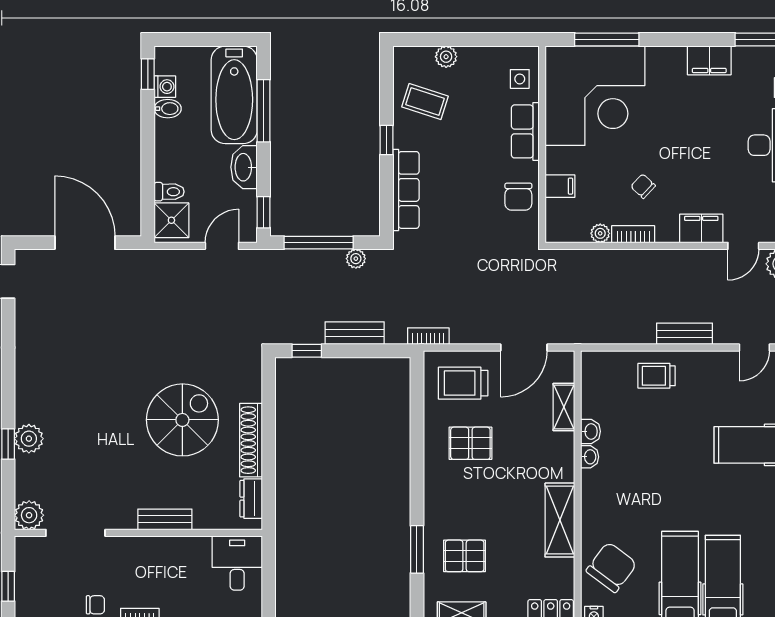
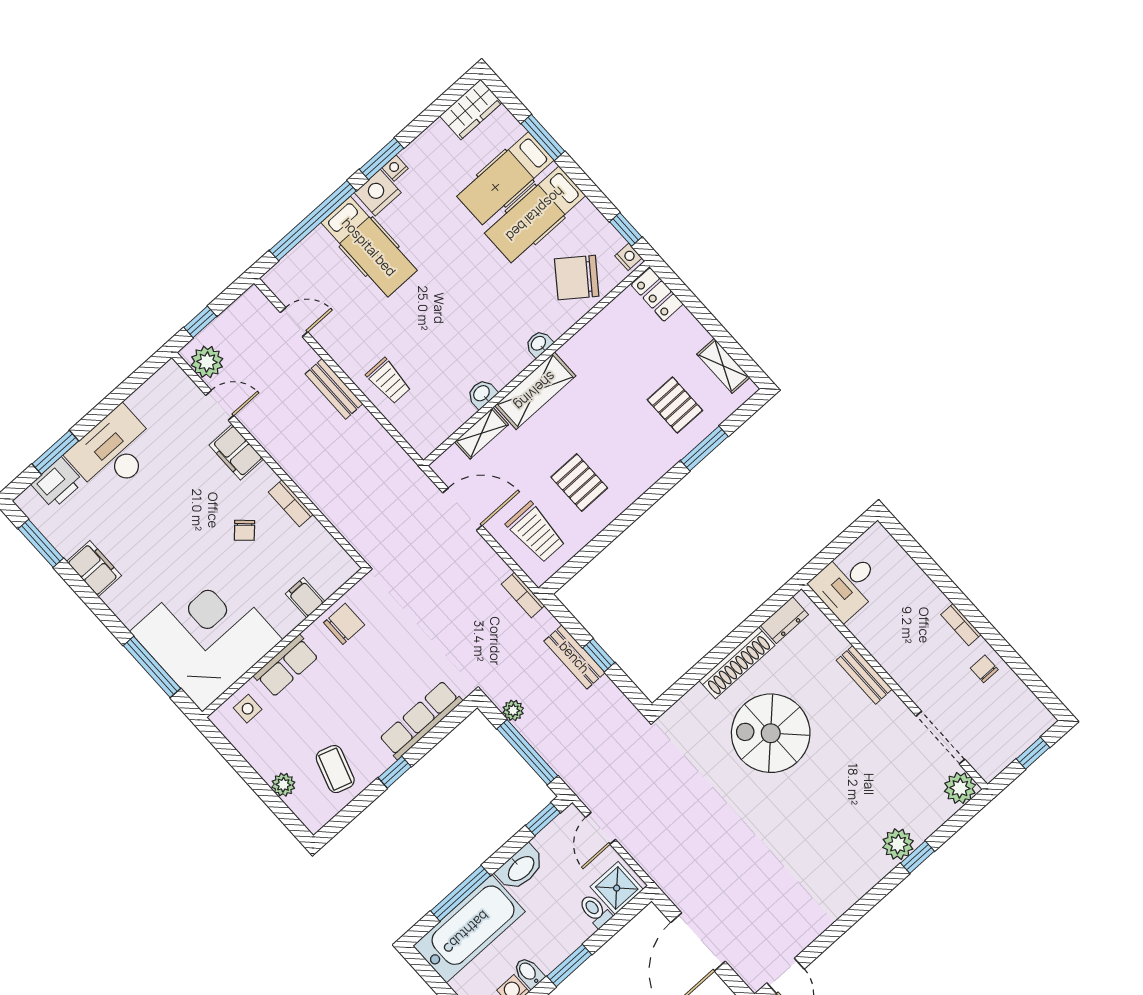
window: (148, 141) -> (569, 965), added
plant: (600, 233) -> (314, 531), removed
door: (222, 246) -> (601, 828), hinge flipped
window: (307, 351) -> (599, 655), moved
washbasin: (590, 457) -> (539, 344), moved
shelving: (560, 520) -> (535, 391), moved

